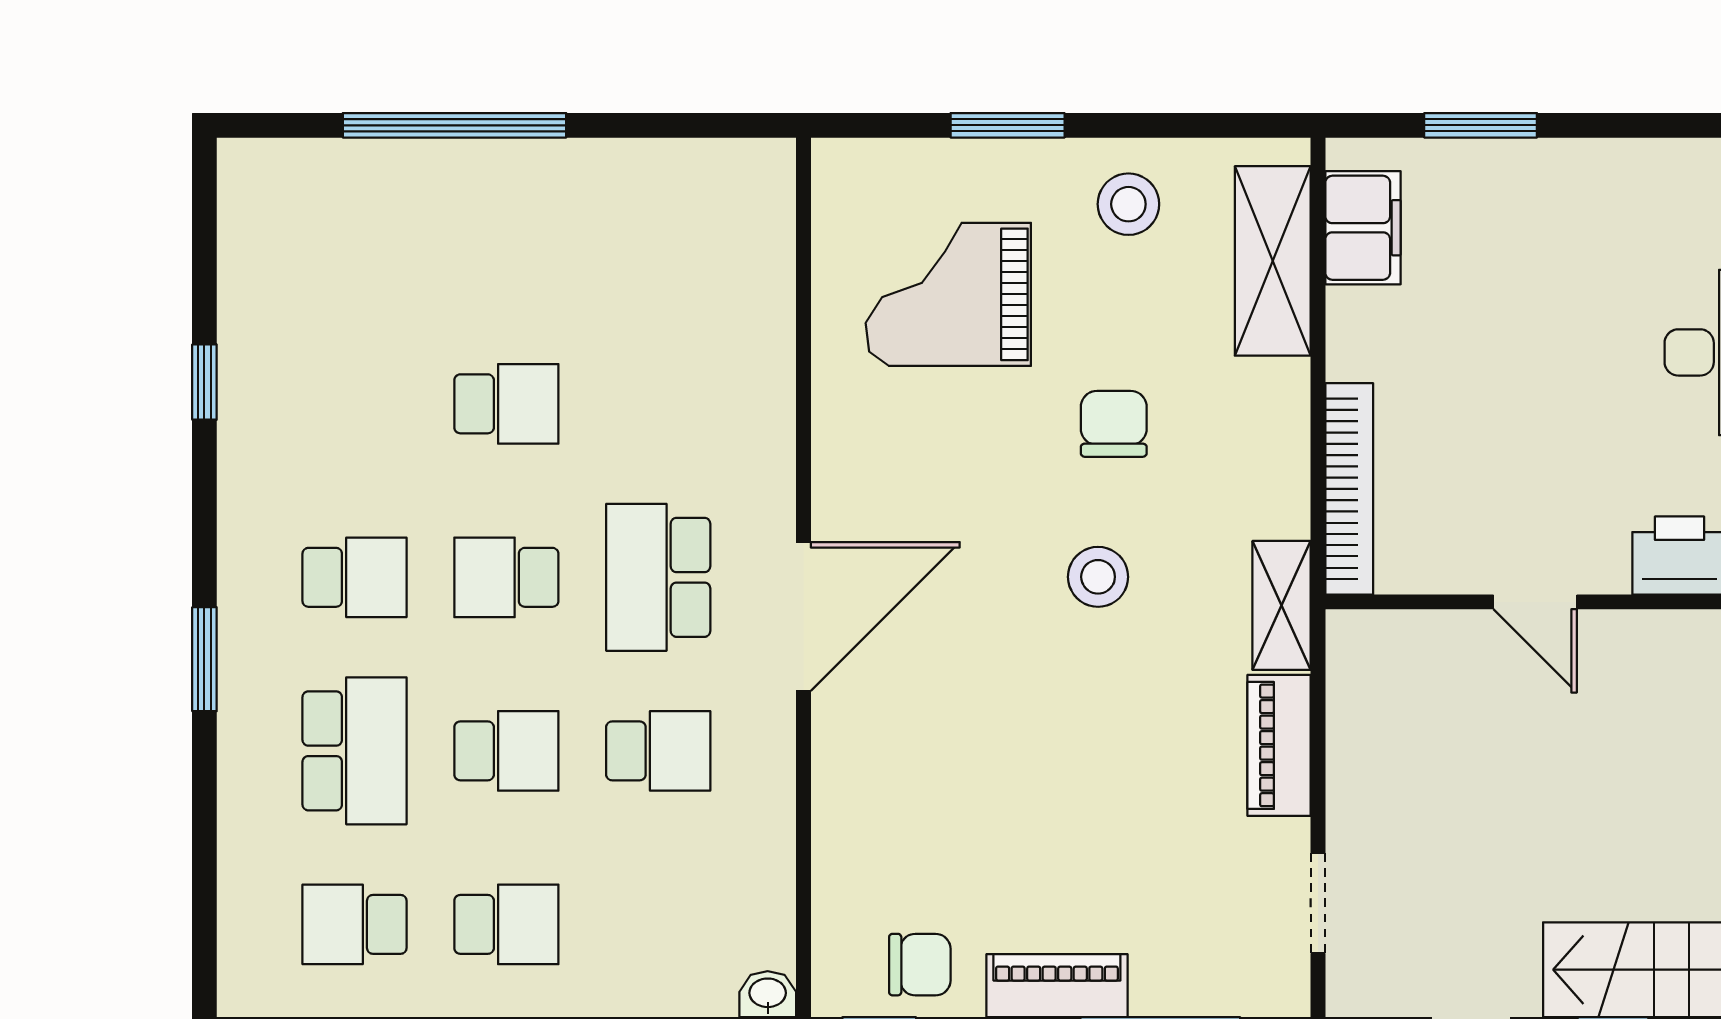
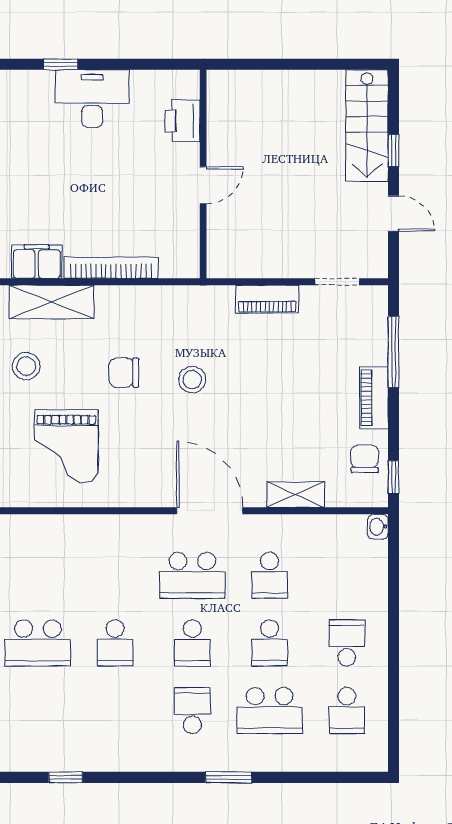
school desk: (506, 230) -> (38, 643), added
window: (204, 382) -> (66, 777), moved
school desk: (506, 404) -> (115, 643), turned 180
bookcase: (1349, 489) -> (111, 268), moved
shelving: (1282, 605) -> (296, 495), moved
school desk: (354, 751) -> (270, 711), turned 180
school desk: (506, 751) -> (270, 643), turned 180
school desk: (658, 751) -> (270, 575), turned 180

